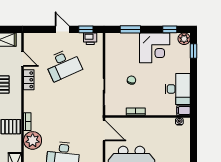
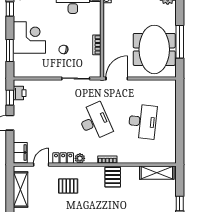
filing cabinet: (34, 39) -> (20, 153), added
corner desk: (155, 48) -> (29, 38), moved
desk: (63, 65) -> (95, 122), moved
plant: (33, 140) -> (80, 158), moved, width x0.53, depth x0.53

